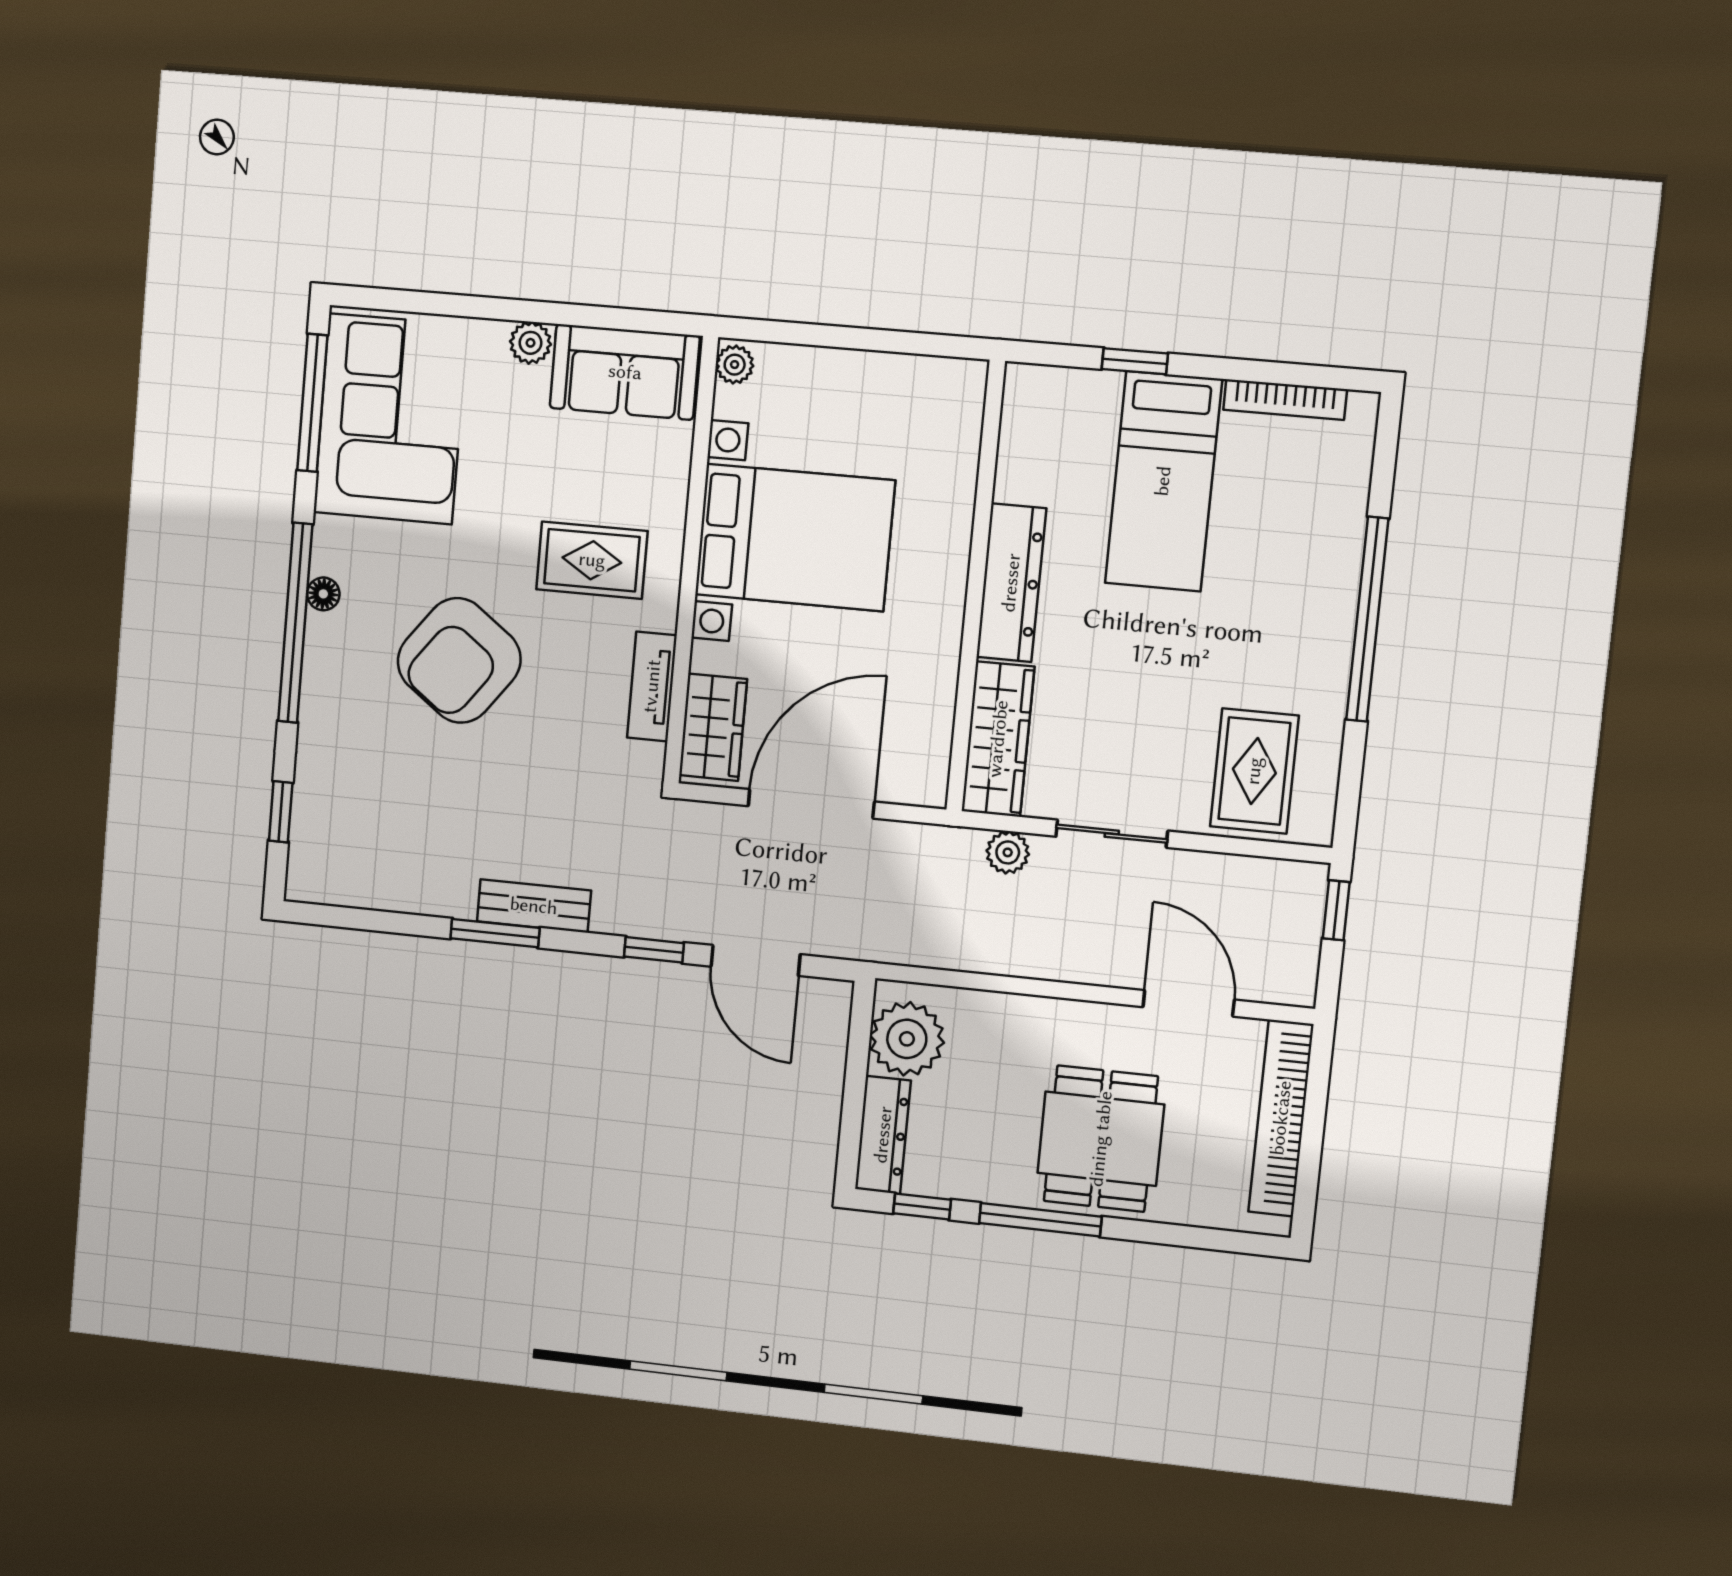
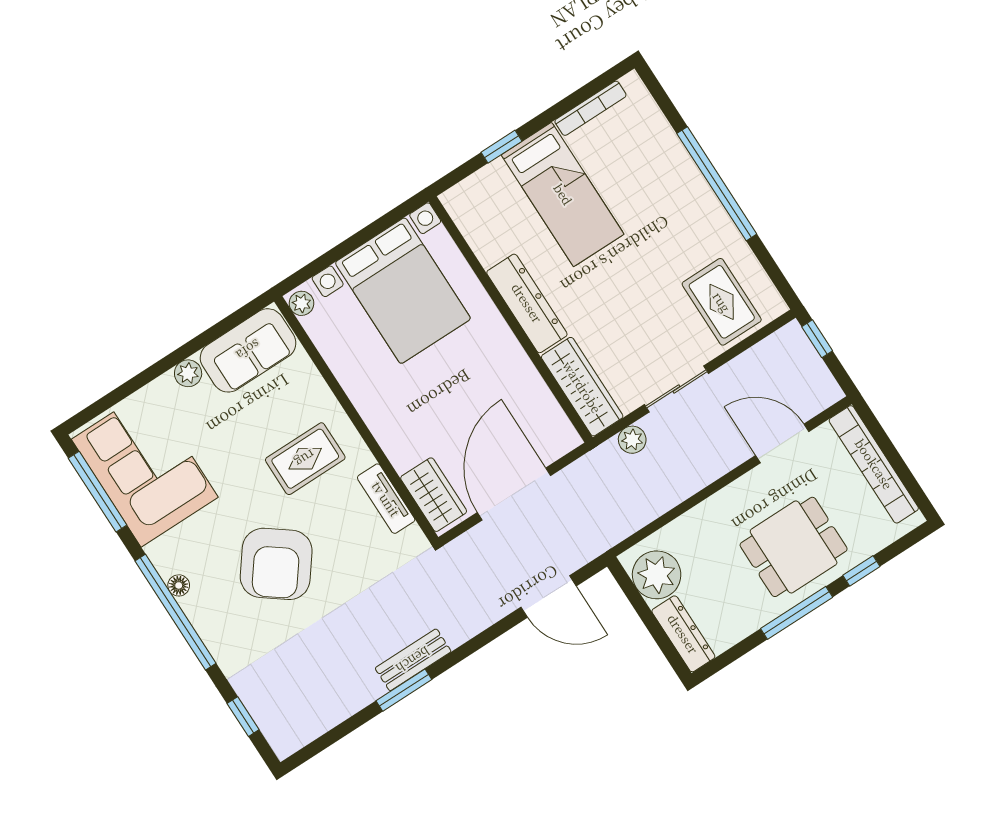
bed with nightstands: (795, 538) -> (403, 291), moved, turned 90
window: (654, 950) -> (493, 633), removed
dining table: (1101, 1139) -> (794, 547), turned 90
window: (922, 1206) -> (861, 571), moved

